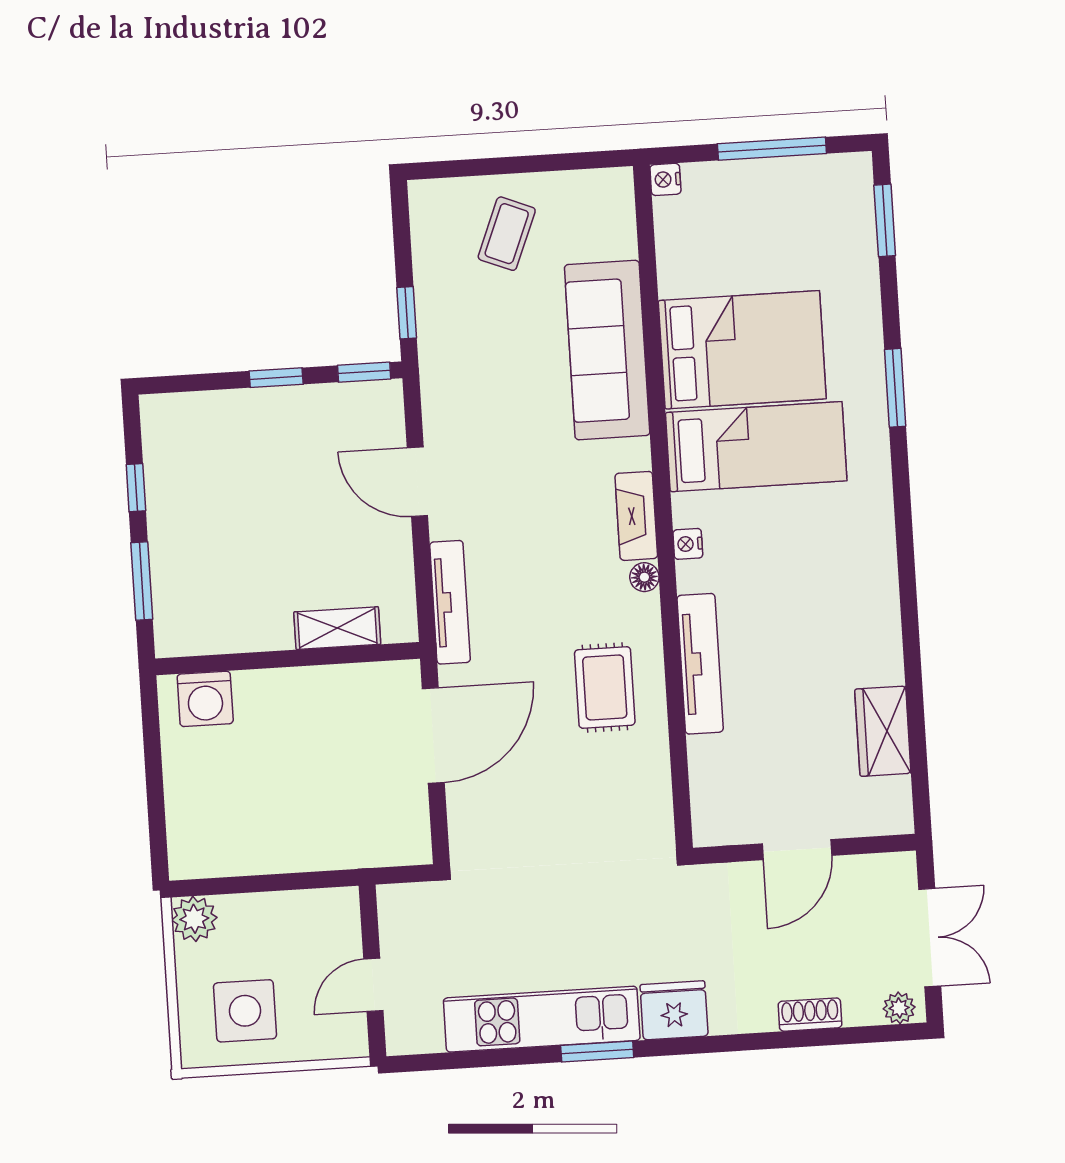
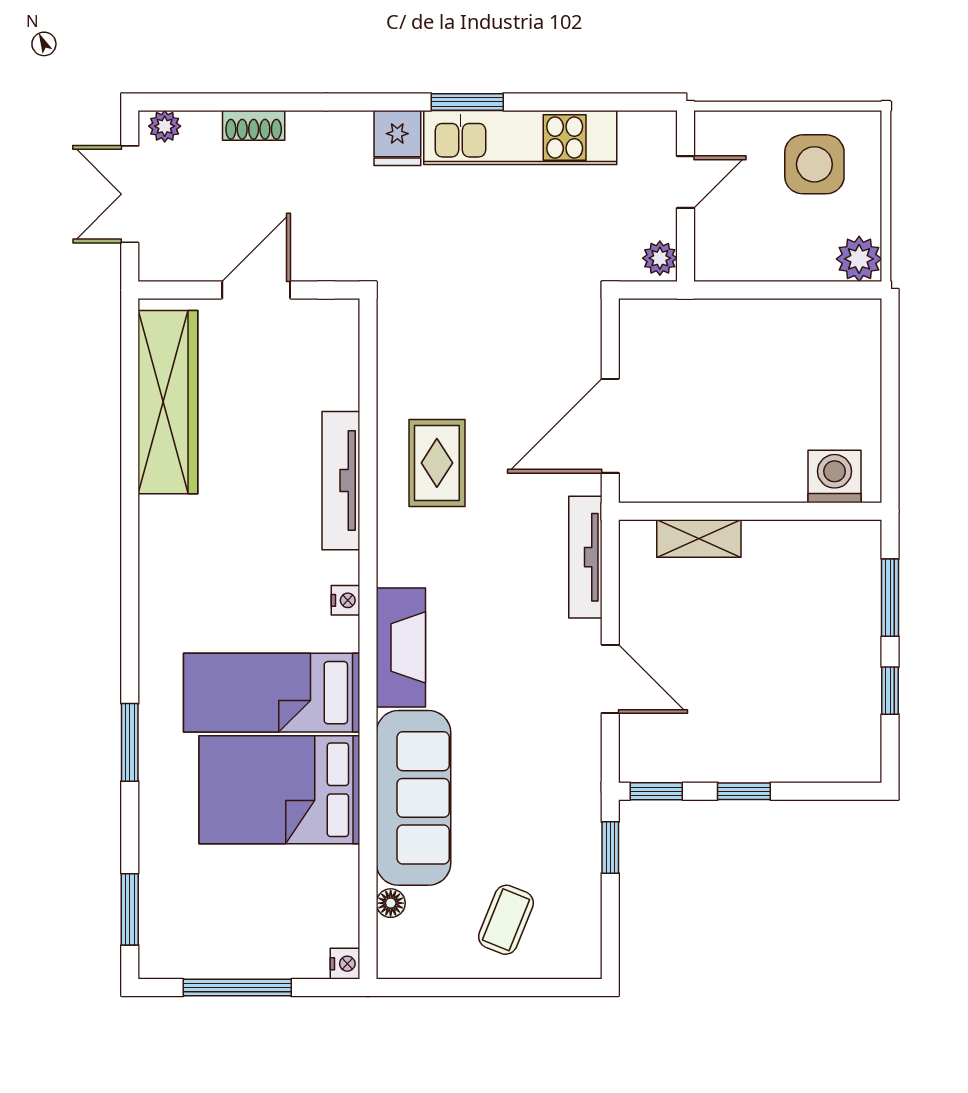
fireplace: (636, 516) -> (401, 647), width x1.37, depth x1.32
floor lamp: (644, 577) -> (391, 903), moved
wardrobe: (883, 731) -> (168, 402), width x2.10, depth x1.17
plant: (394, 907) -> (660, 258), added
fridge: (674, 1010) -> (397, 138), width x0.72

